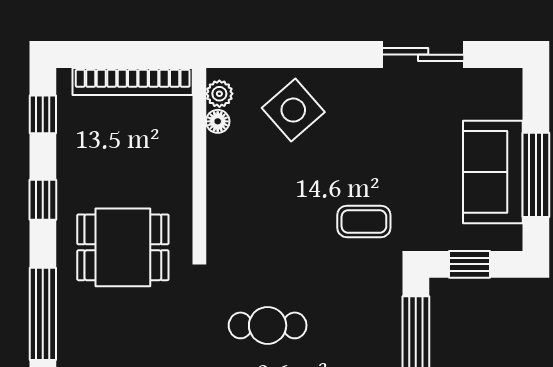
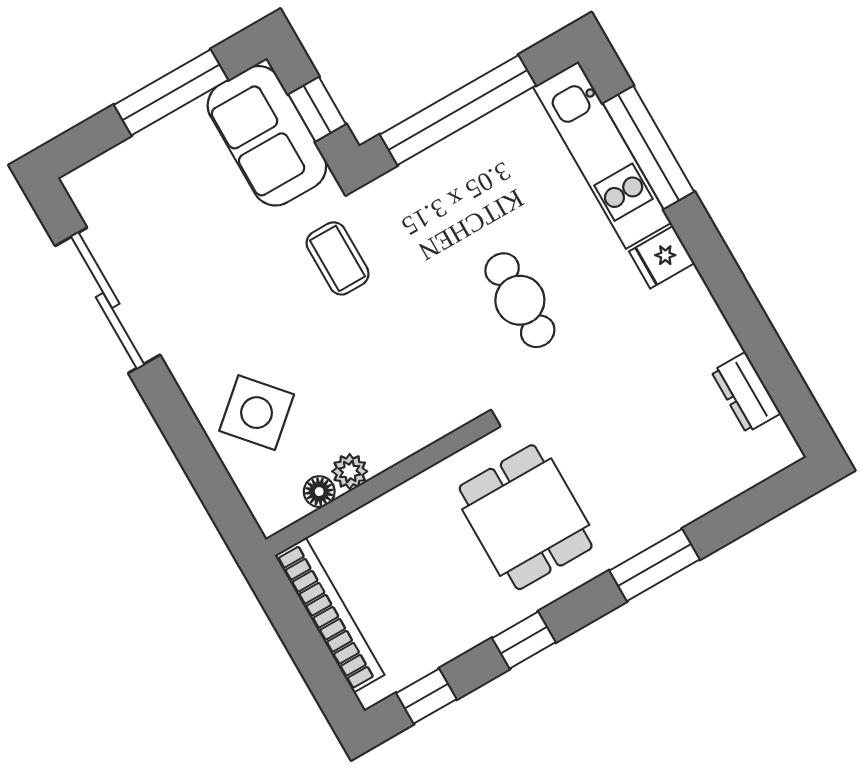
sliding door: (423, 55) -> (108, 300), width x1.37
plant: (219, 94) -> (350, 471), moved
sofa: (493, 172) -> (267, 136), moved, turned 90
window: (43, 314) -> (655, 565), width x0.69

